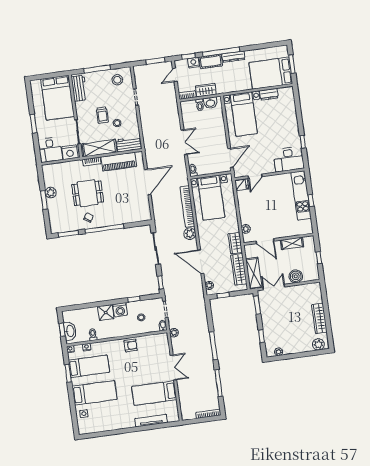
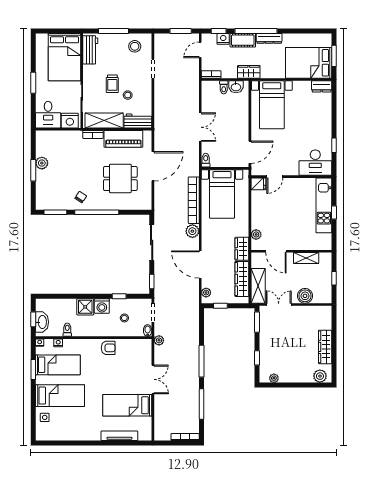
wardrobe: (206, 90) -> (249, 72), moved
dresser: (269, 94) -> (322, 86), moved
dining table: (88, 193) -> (120, 178), moved

